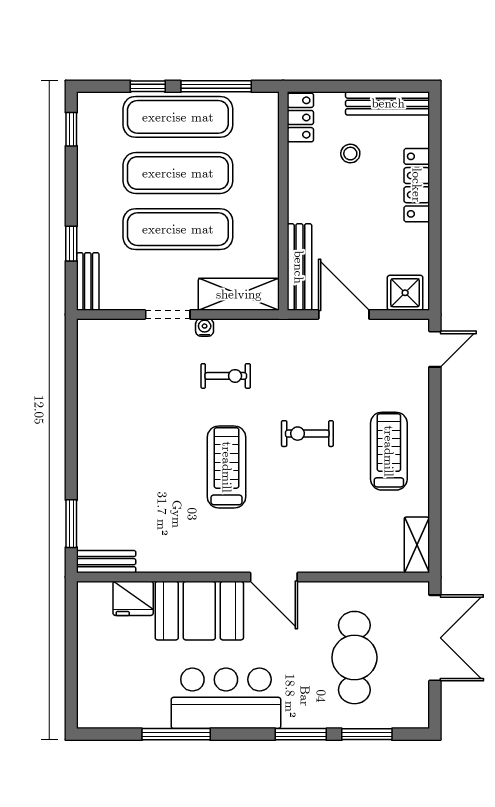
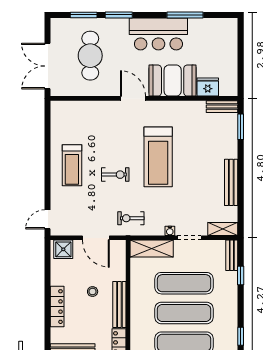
stool: (350, 154) -> (93, 292), moved
bench: (299, 267) -> (119, 305), moved
exercise bike: (226, 376) -> (131, 218), moved
bench: (89, 419) -> (231, 182), added
treadmill: (227, 467) -> (158, 157), width x1.37, depth x1.38
shelving: (417, 545) -> (223, 229), moved, turned 90

